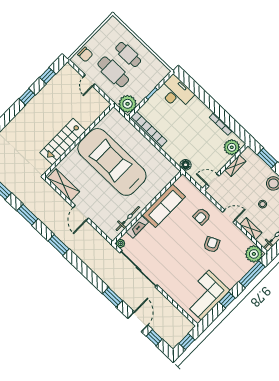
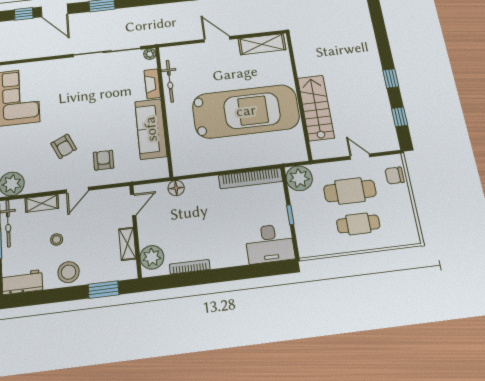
stairs: (63, 142) -> (316, 108), moved

